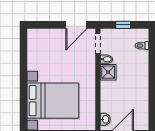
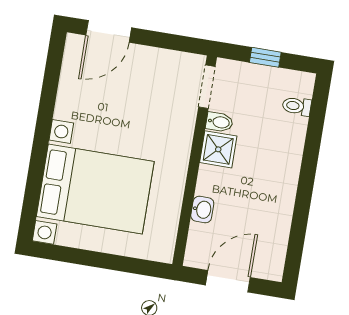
door: (76, 25) -> (109, 31), moved
washbasin: (105, 119) -> (202, 210), moved

